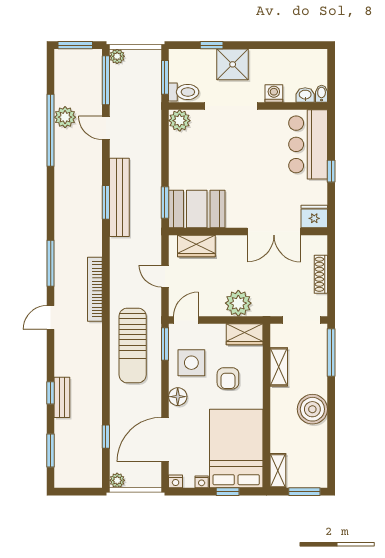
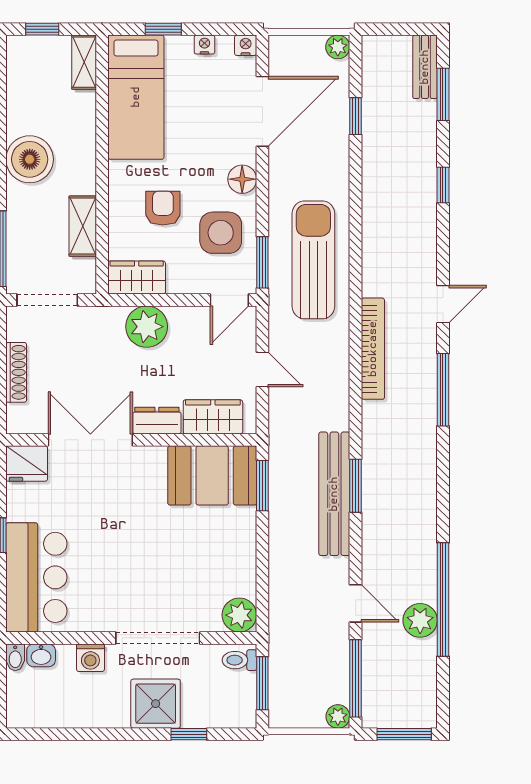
toilet: (184, 92) -> (239, 660), width x0.73, depth x0.72
dresser: (232, 244) -> (157, 421), added
bench: (62, 397) -> (425, 67), moved
bed: (236, 449) -> (136, 97), width x0.67
window: (304, 492) -> (42, 29), width x0.67

